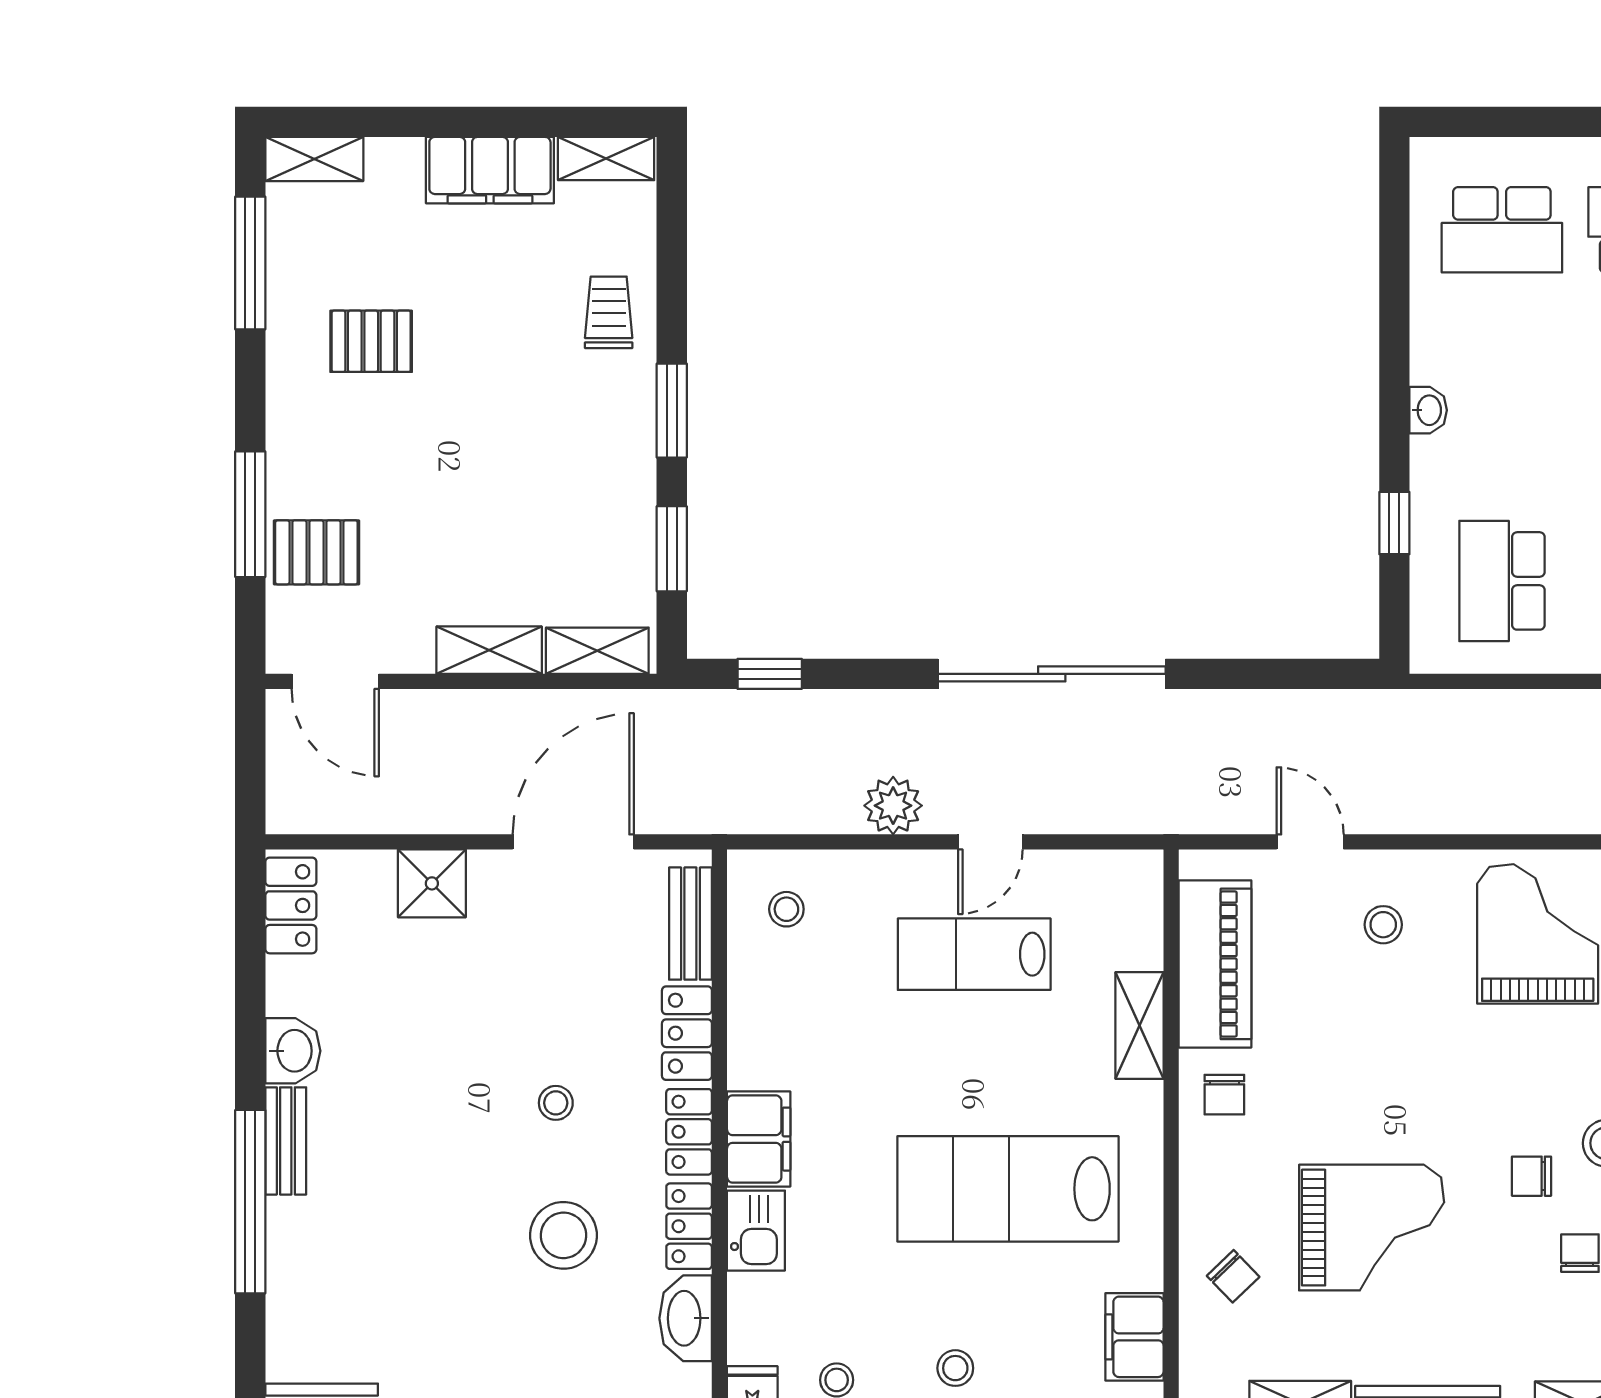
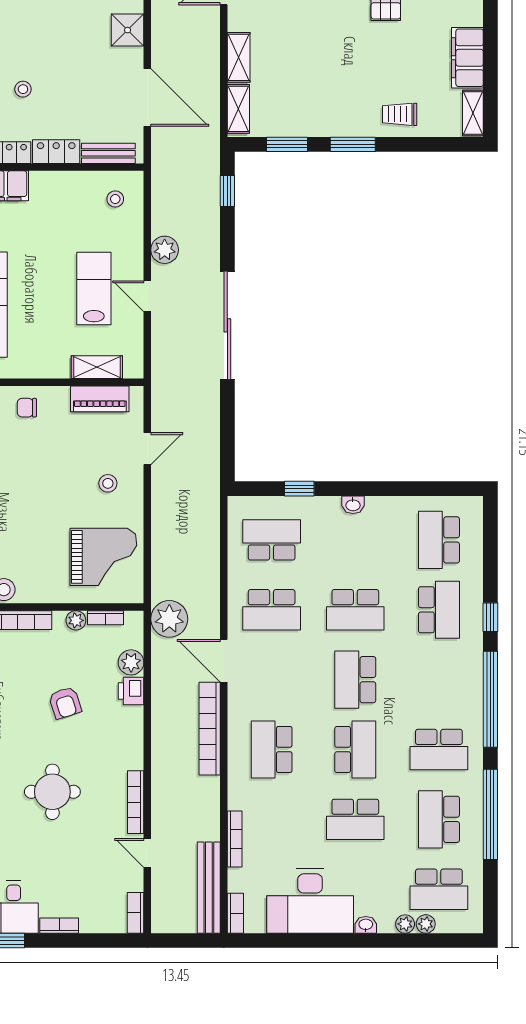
trolley: (609, 312) -> (400, 114), turned 180
piano: (1215, 964) -> (100, 399), width x0.73, depth x0.75
shelving: (1139, 1025) -> (97, 367), moved

